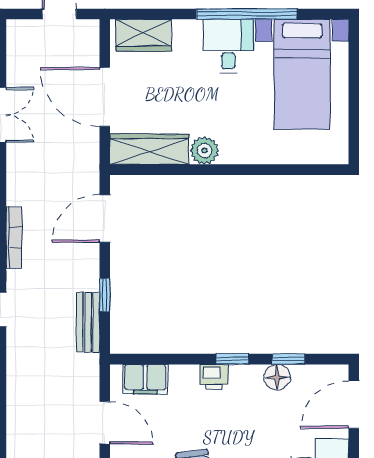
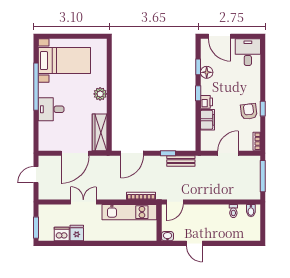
wardrobe: (144, 35) -> (46, 135), removed
desk: (228, 46) -> (51, 109), moved
plant: (204, 150) -> (100, 94), moved
door: (105, 218) -> (132, 153), hinge flipped
filing cabinet: (145, 379) -> (208, 120), moved

